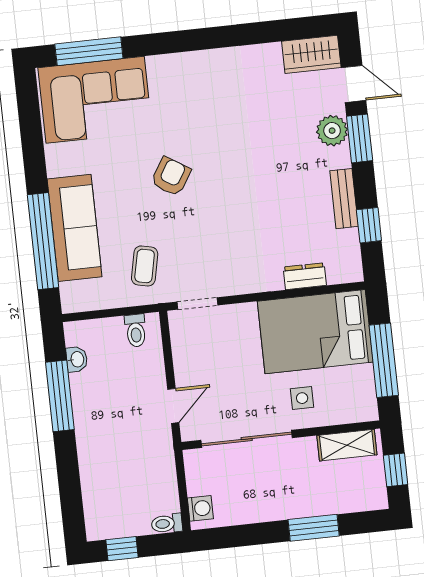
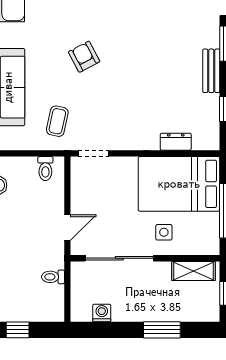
plant: (332, 131) -> (208, 36), removed
armchair: (171, 177) -> (84, 57), turned -60
bench: (344, 199) -> (211, 71), moved
washing machine: (200, 508) -> (102, 313), moved, turned -90
toilet: (167, 524) -> (53, 277), moved

